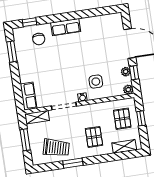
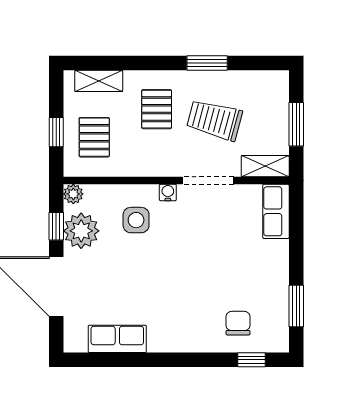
row of seats: (66, 27) -> (117, 339), moved
plant: (126, 72) -> (81, 231), width x1.88, depth x1.88
trolley: (56, 148) -> (214, 120), moved

